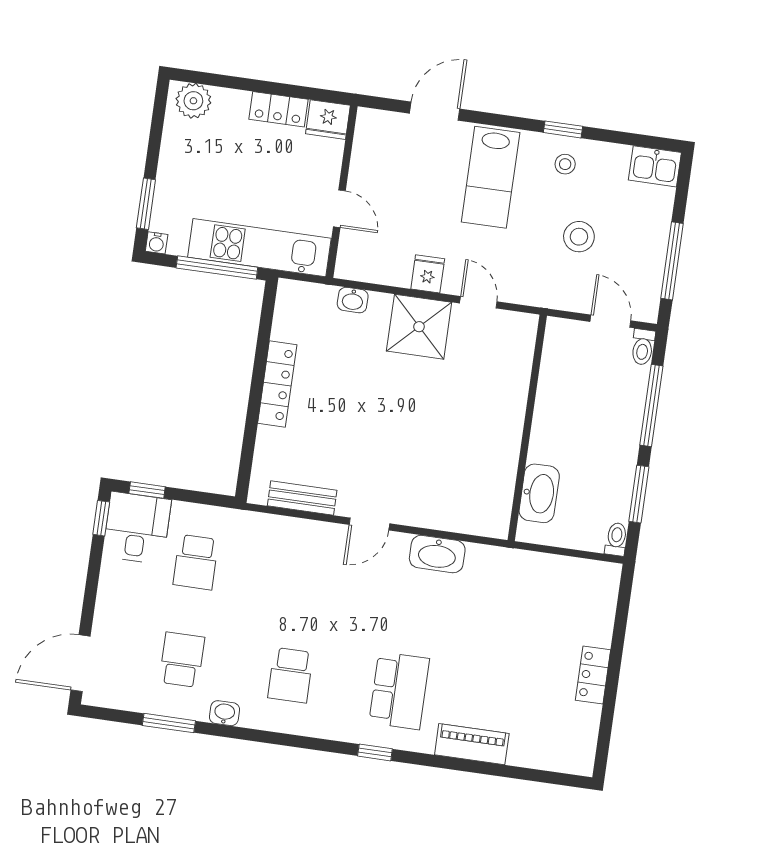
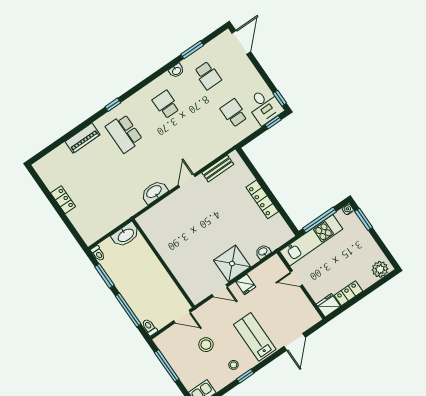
door: (610, 321) -> (182, 317), moved
washbasin: (539, 493) -> (126, 235), moved, turned -90

